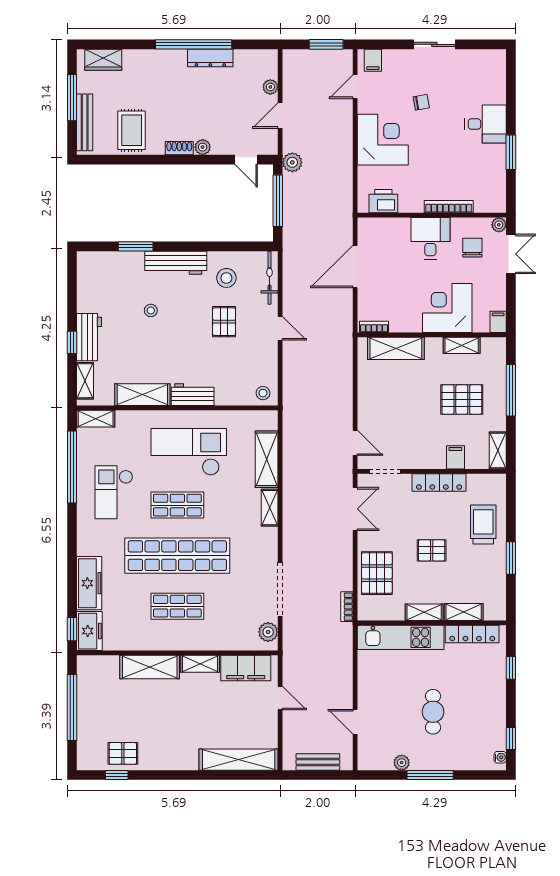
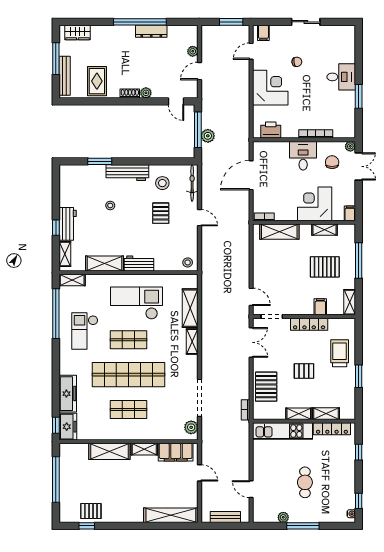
plant: (292, 162) -> (208, 136), moved

